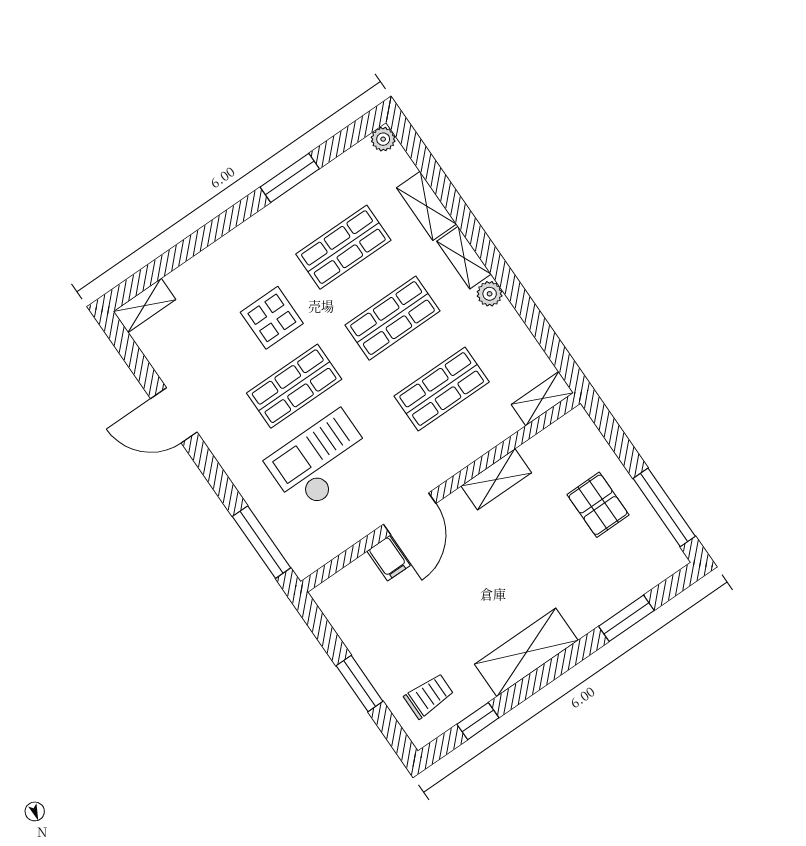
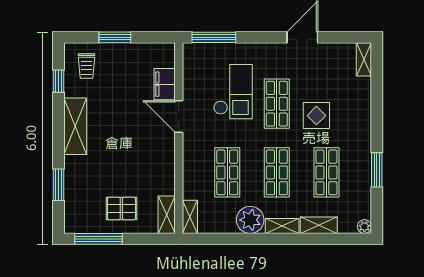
plant: (490, 294) -> (250, 220), width x1.87, depth x1.87
shelving: (496, 479) -> (167, 215), moved
filing cabinet: (389, 558) -> (165, 84), width x2.00

